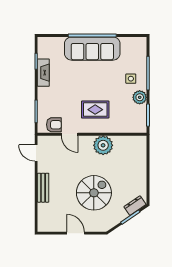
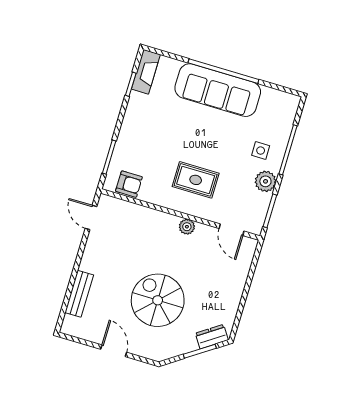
fireplace: (43, 73) -> (146, 72), moved
door: (70, 134) -> (232, 230), moved
plant: (103, 145) -> (187, 227), width x0.53, depth x0.53
bench: (43, 188) -> (79, 294), moved
spiral stairs: (94, 193) -> (158, 300), turned -90

